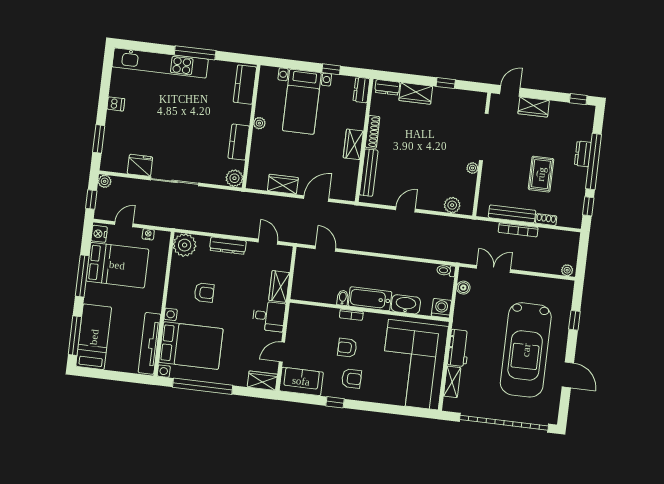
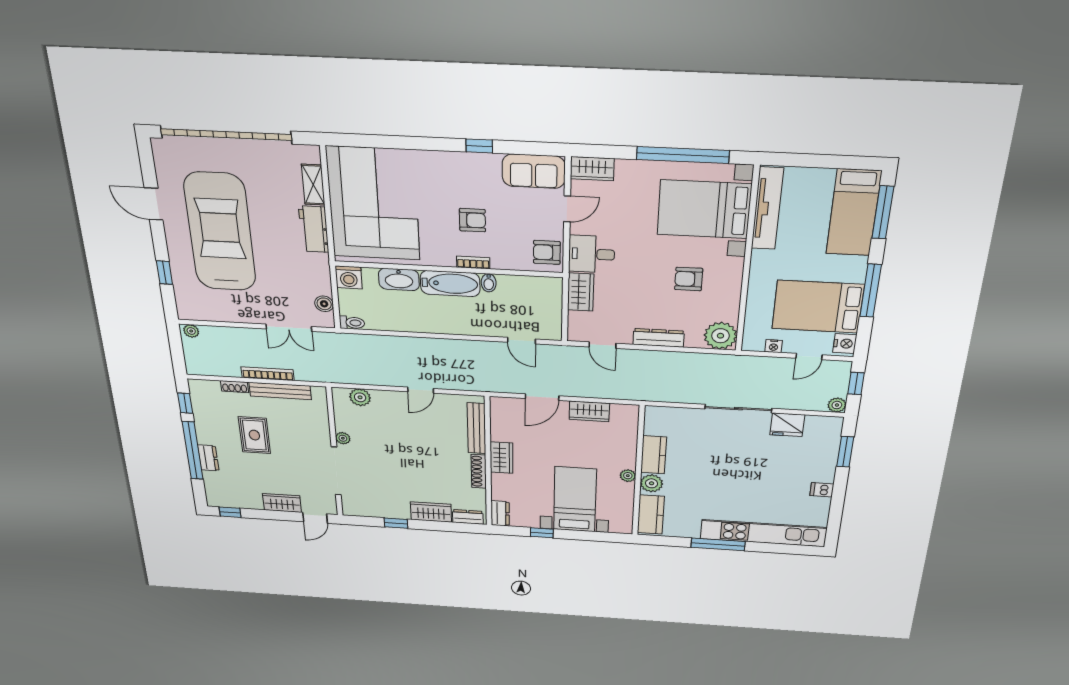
plant: (234, 178) -> (652, 483), moved
armchair: (351, 379) -> (547, 252), moved

